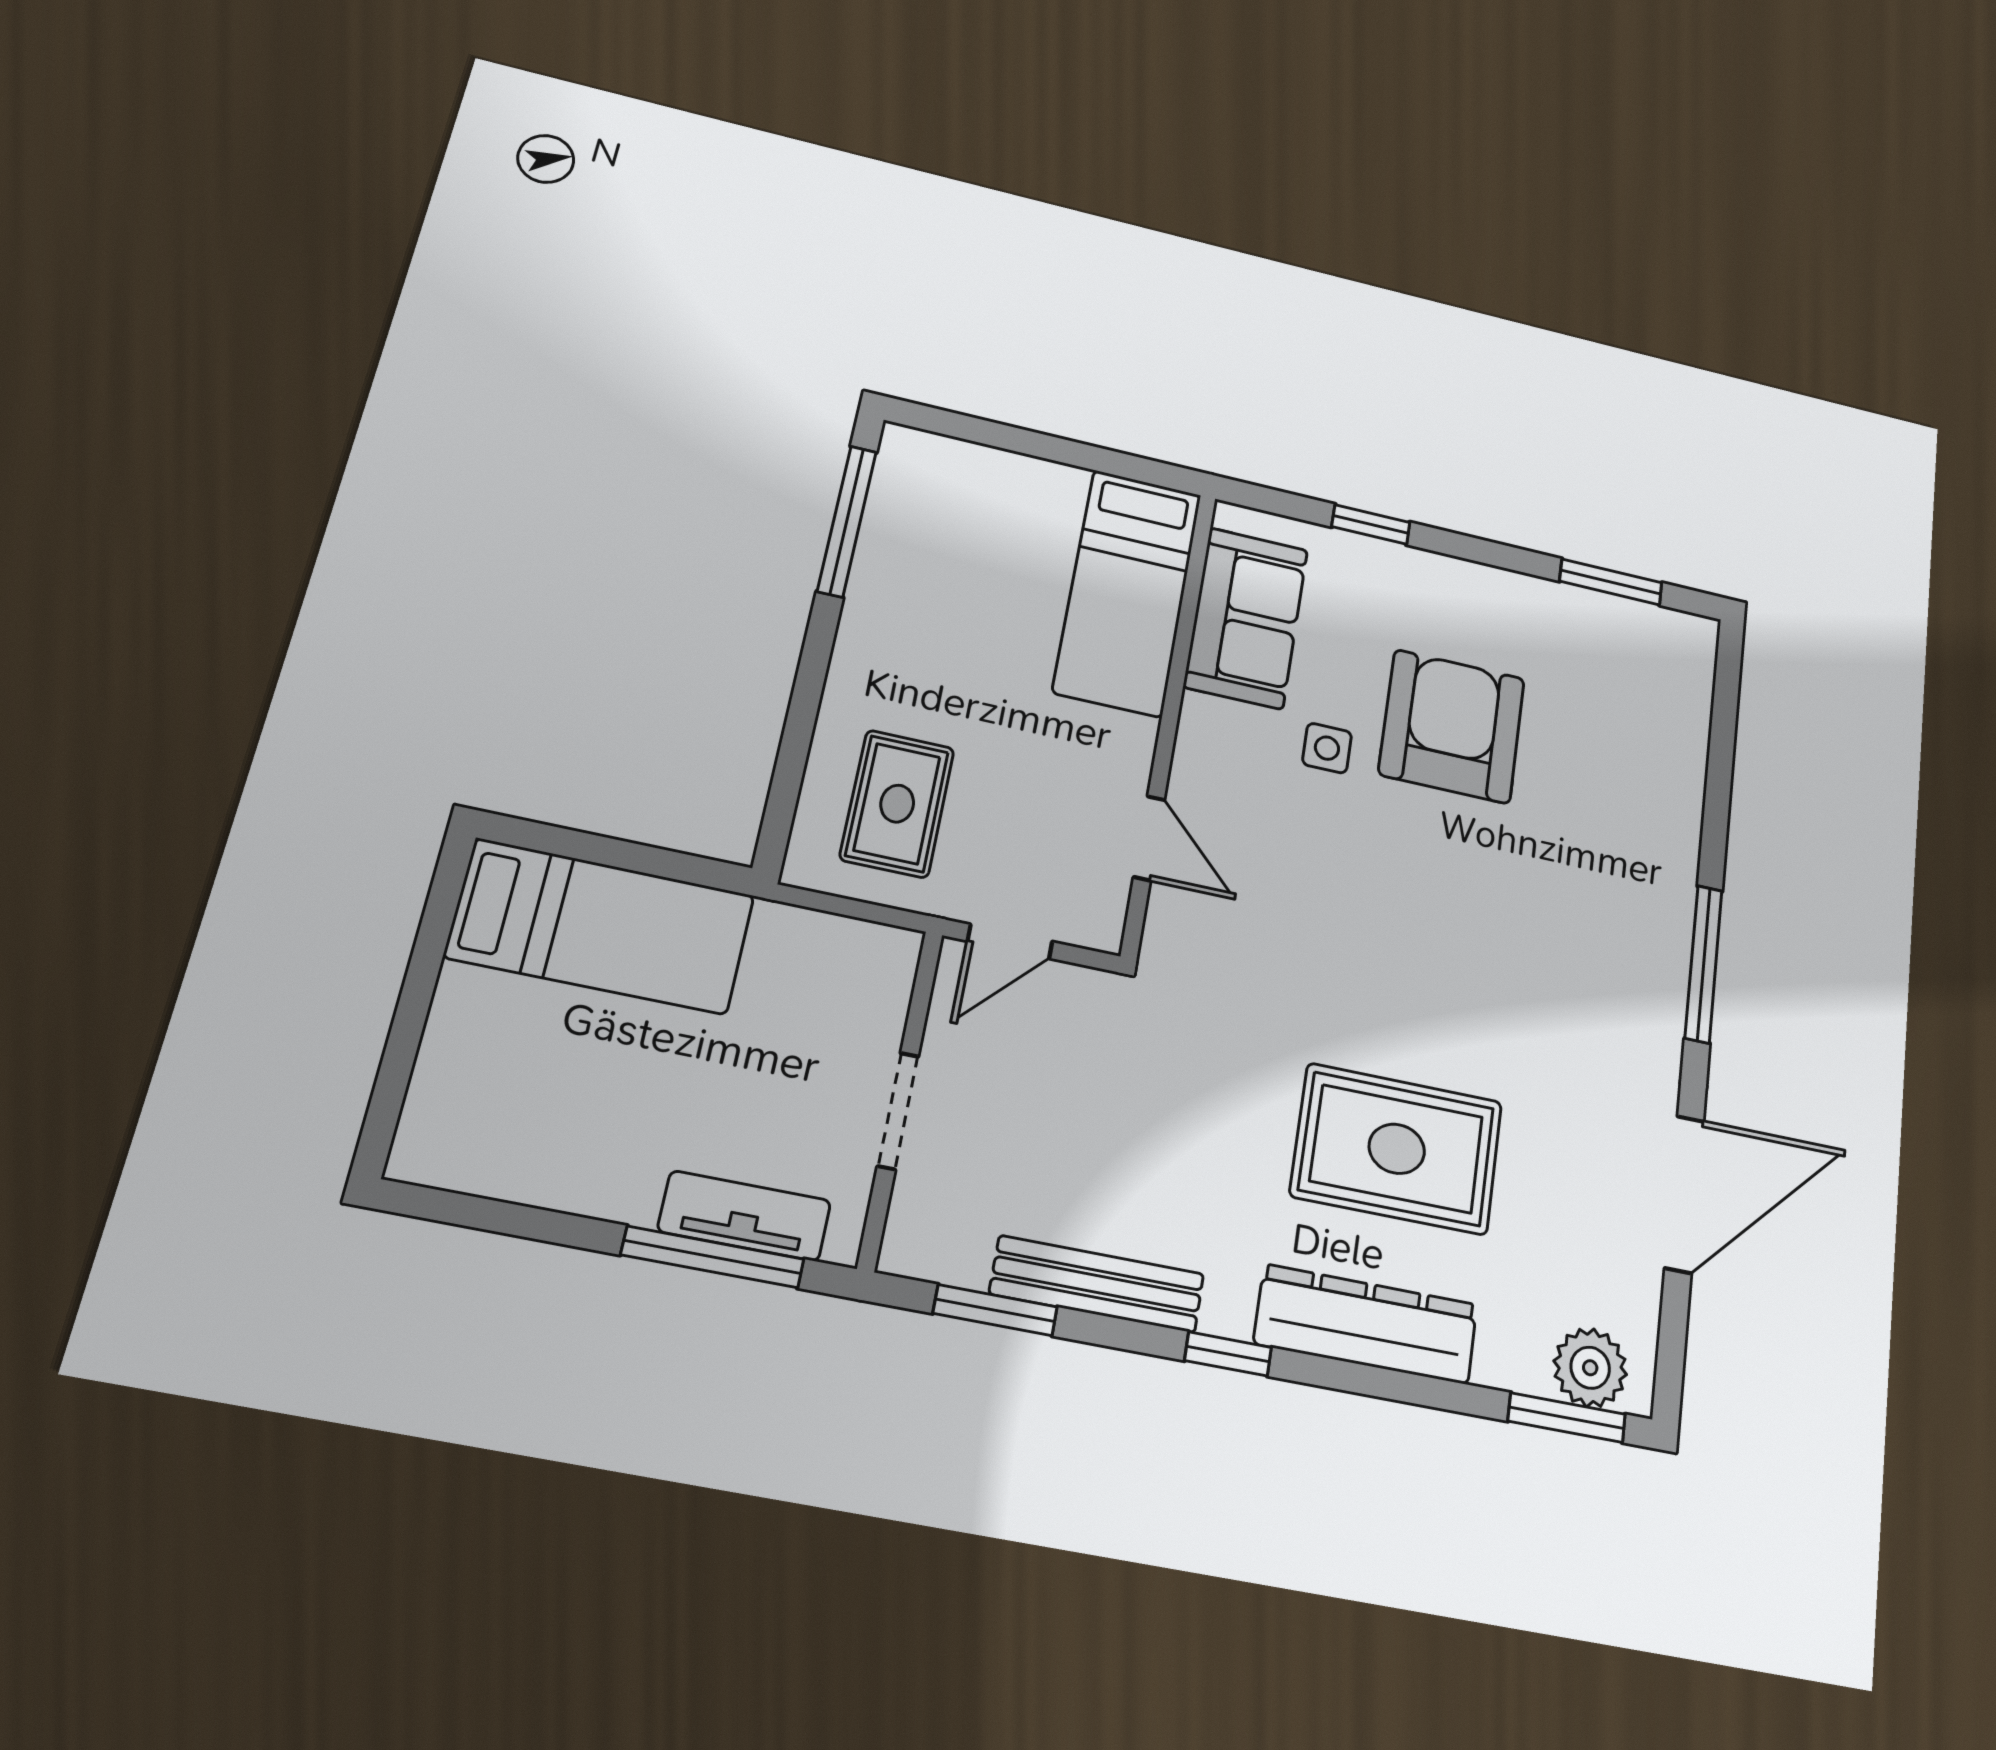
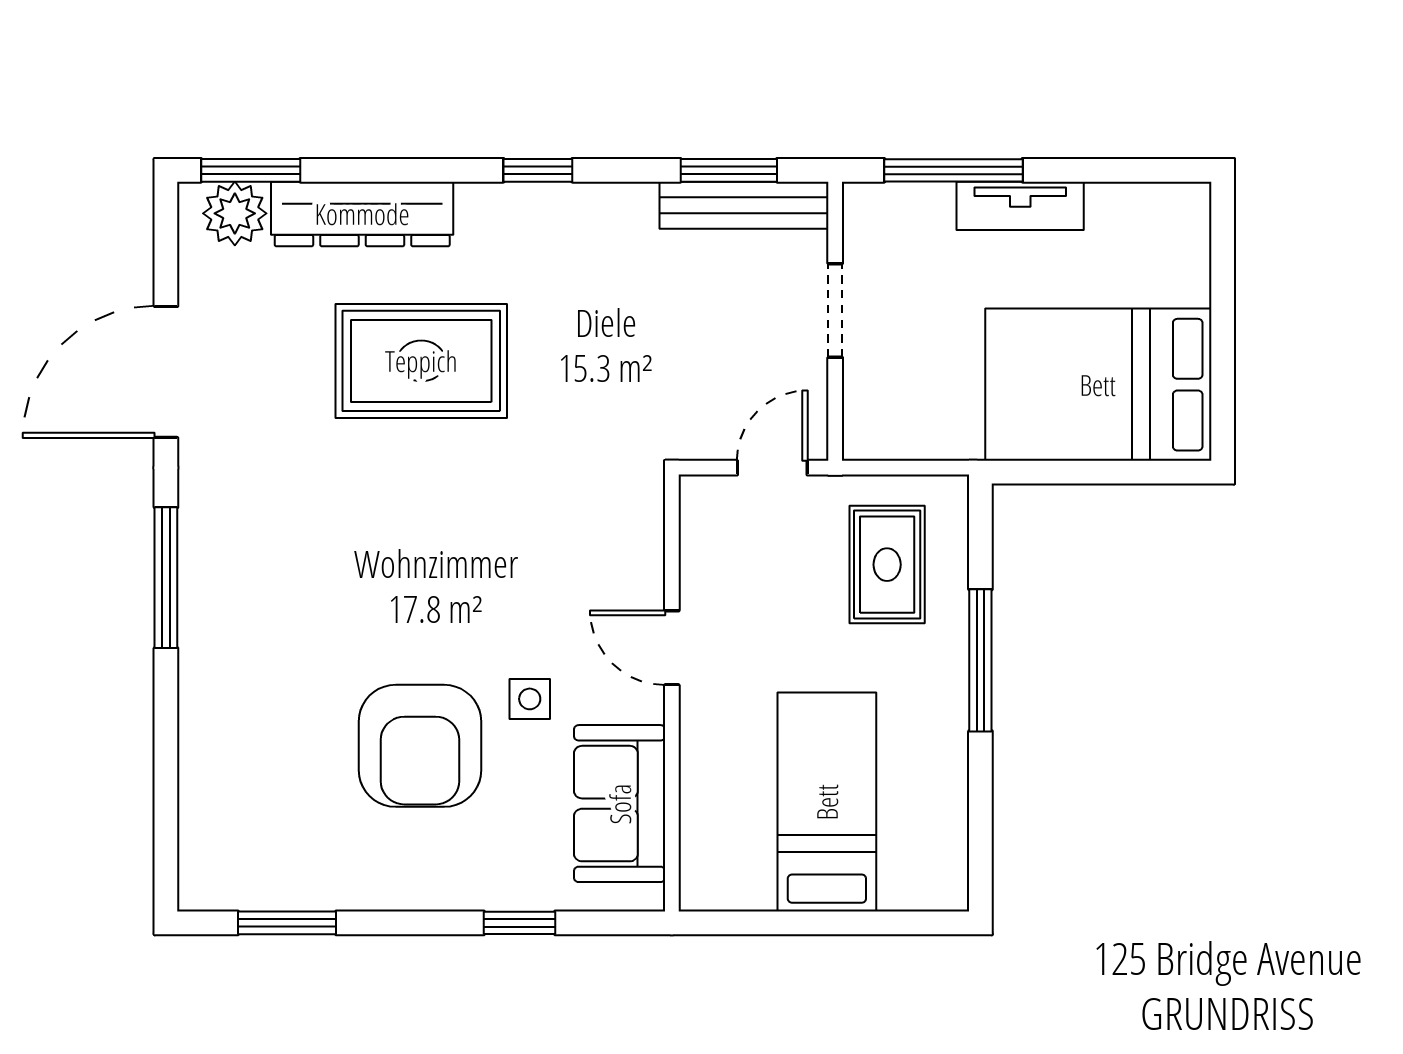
window: (847, 521) -> (980, 660), moved
bed: (1128, 592) -> (827, 802), moved
door: (1149, 838) -> (672, 648), moved
bed: (601, 926) -> (1098, 385), width x1.50
tv unit: (745, 1216) -> (1020, 206), moved
bench: (1097, 1284) -> (744, 205), moved
dresser: (1366, 1324) -> (362, 214), moved

